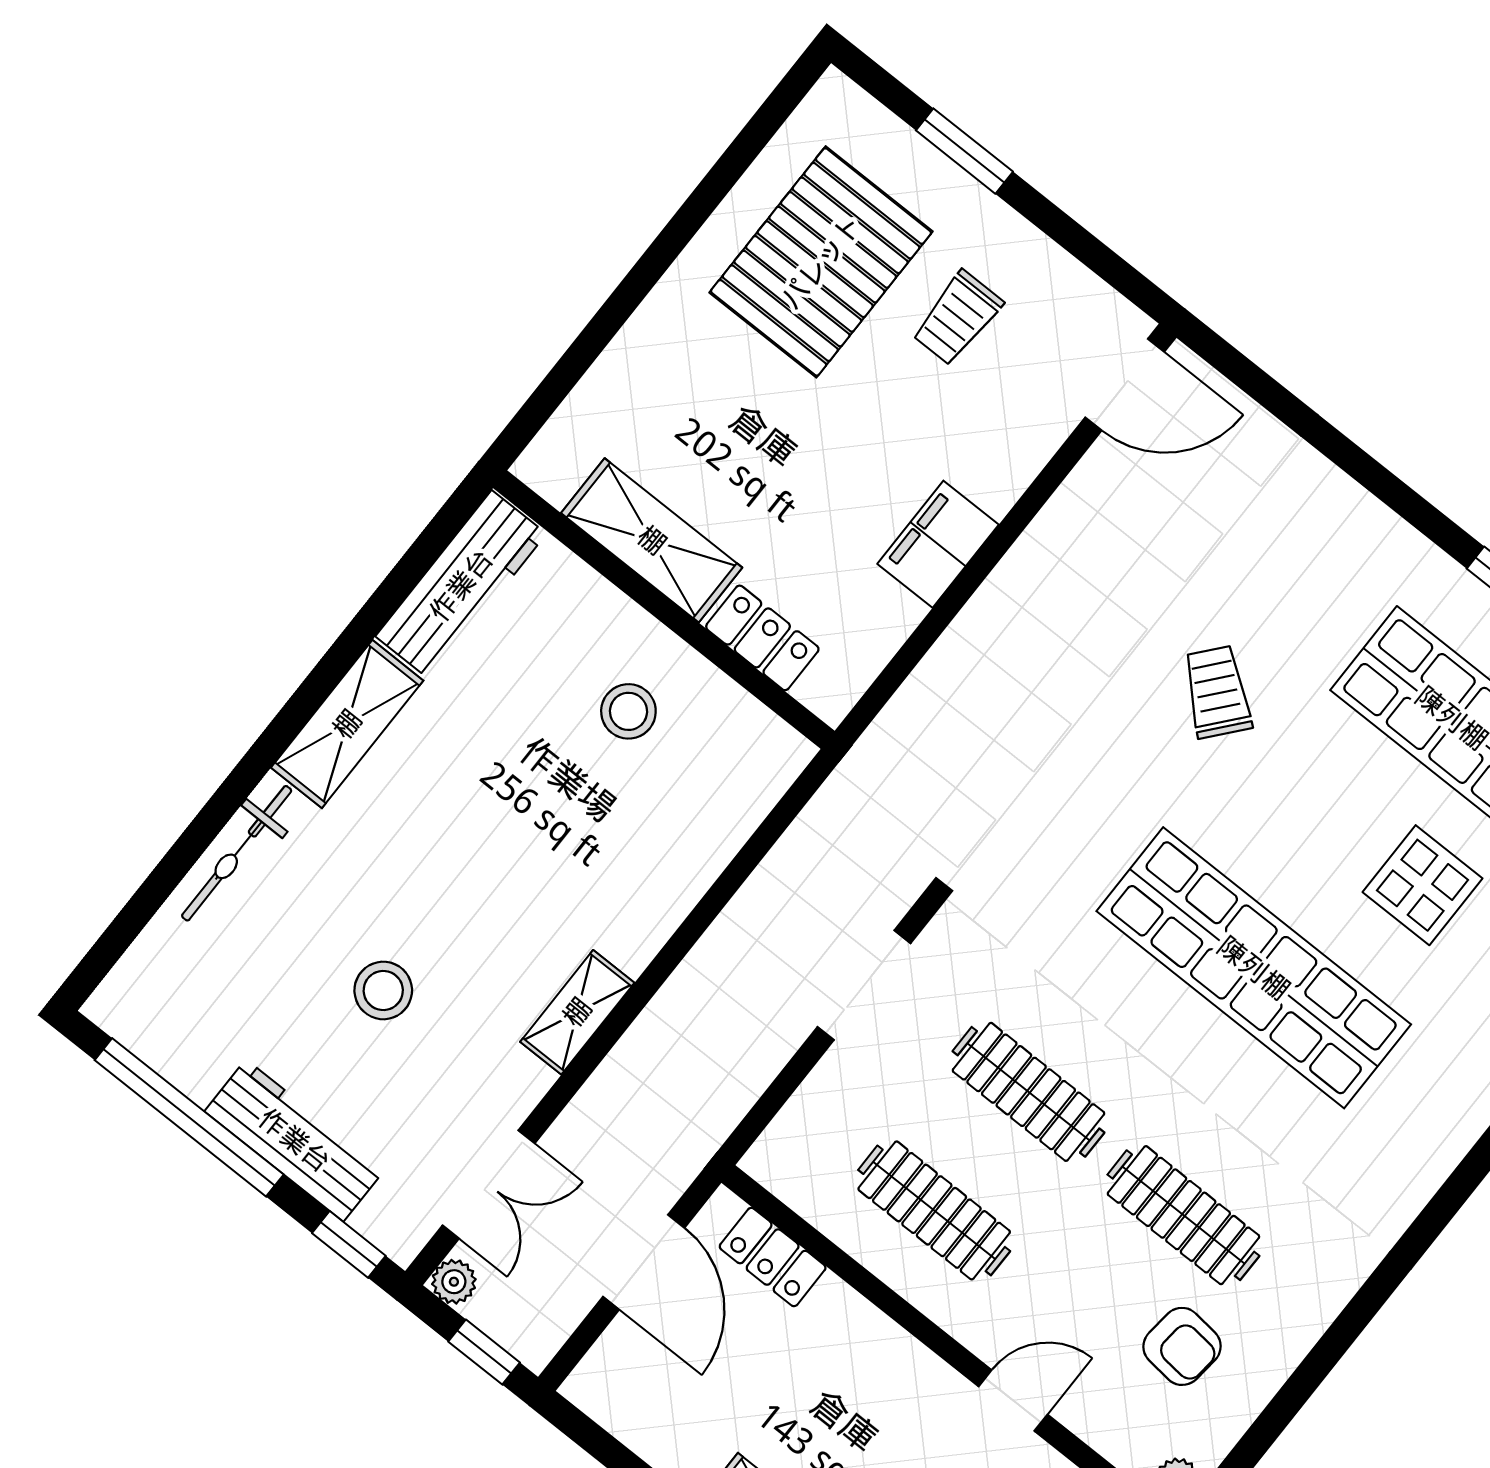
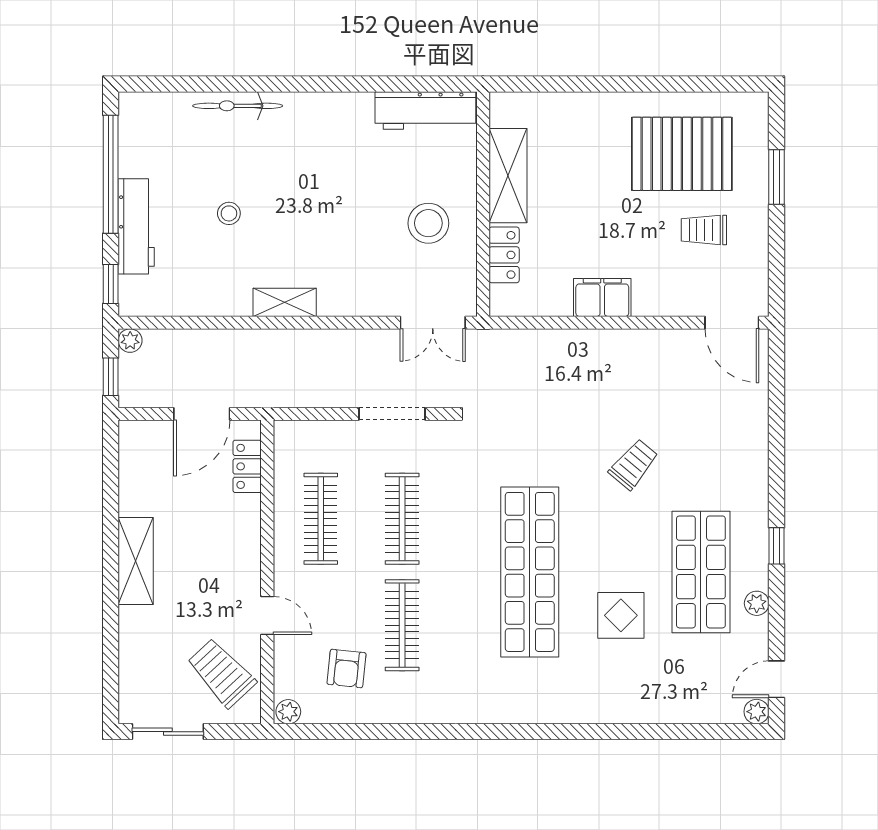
stool: (628, 711) -> (428, 223), width x1.38, depth x1.38
shelving: (347, 724) -> (329, 109), removed
stool: (383, 990) -> (229, 213), width x0.73, depth x0.73
double door: (489, 1184) -> (433, 323), moved

